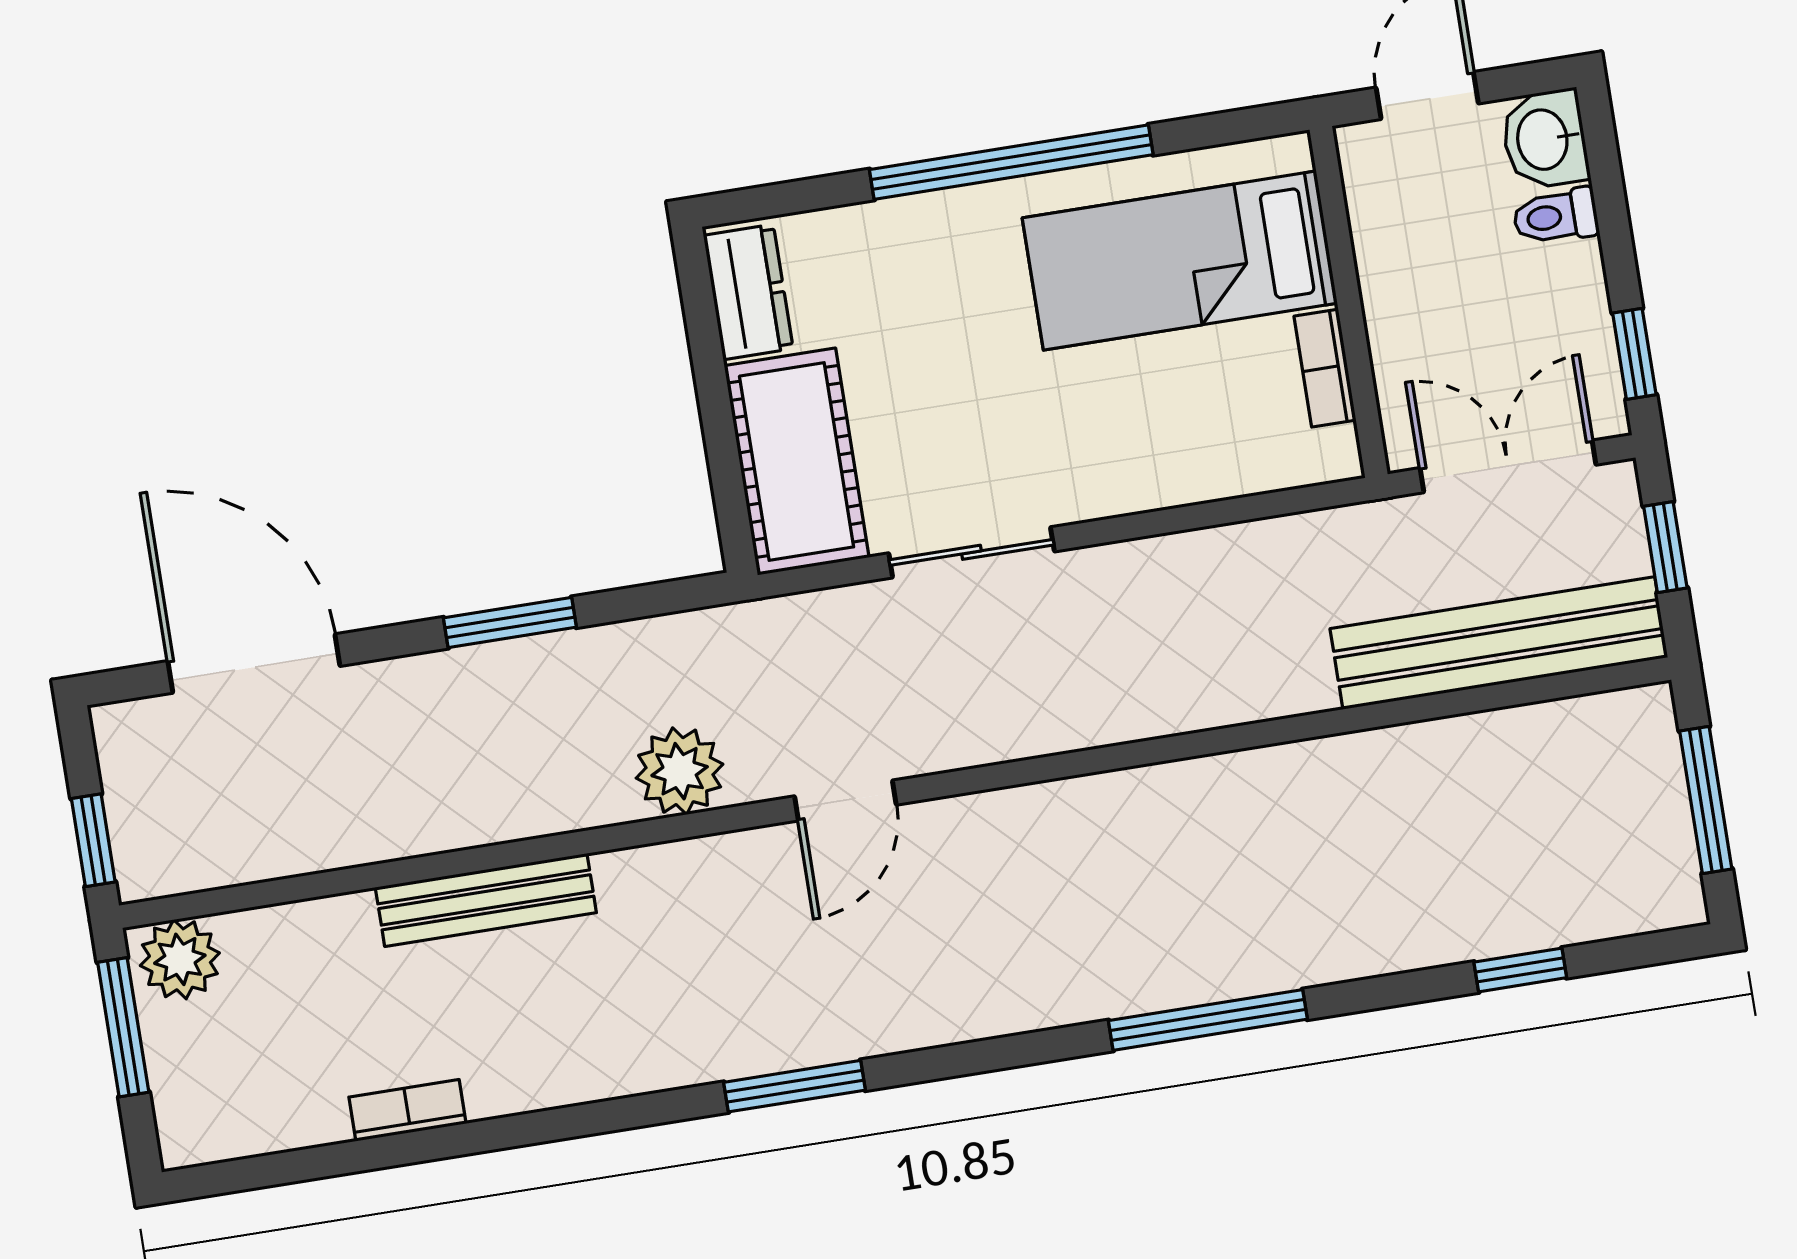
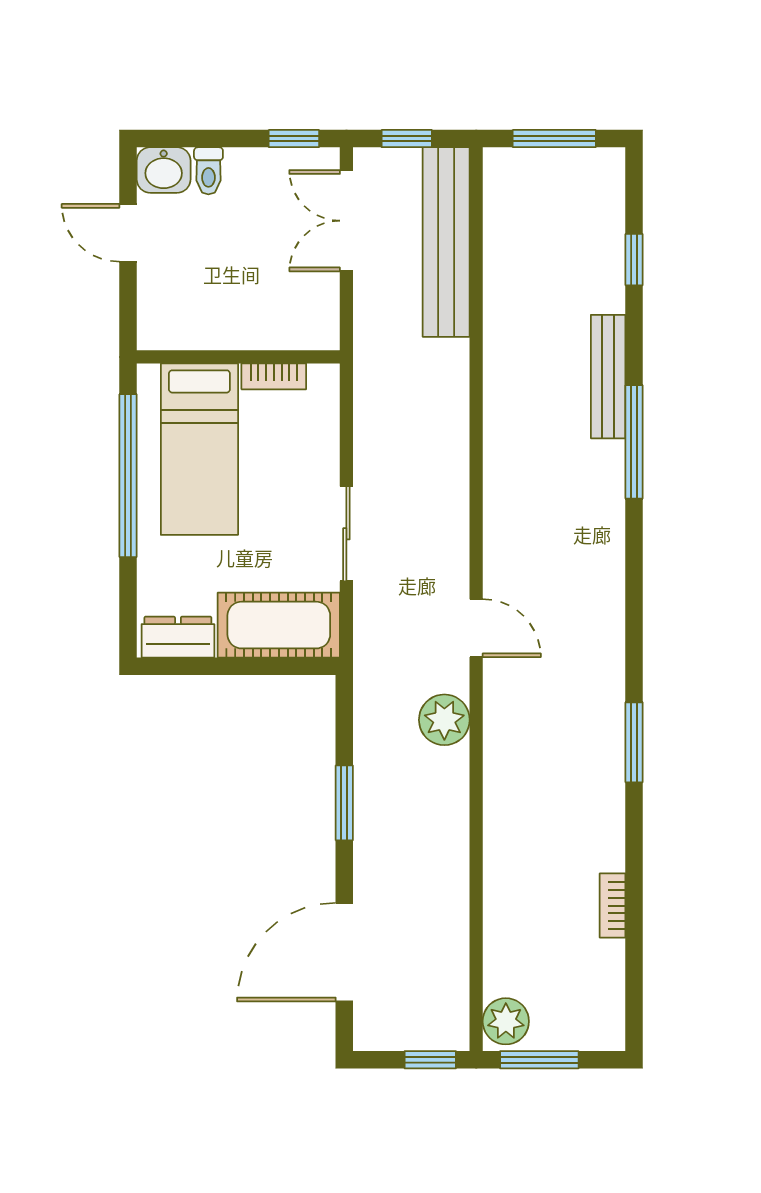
bed: (1180, 261) -> (199, 449), moved
wall: (1349, 302) -> (238, 357), moved
bookcase: (1325, 368) -> (274, 376), moved
bench: (486, 900) -> (608, 377), moved
window: (794, 1086) -> (634, 742), moved

